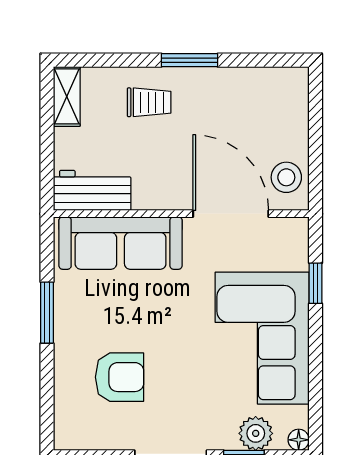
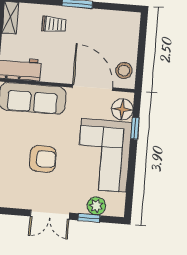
armchair: (120, 377) -> (43, 159), moved
floor lamp: (299, 440) -> (122, 109), moved, width x1.89, depth x1.89

